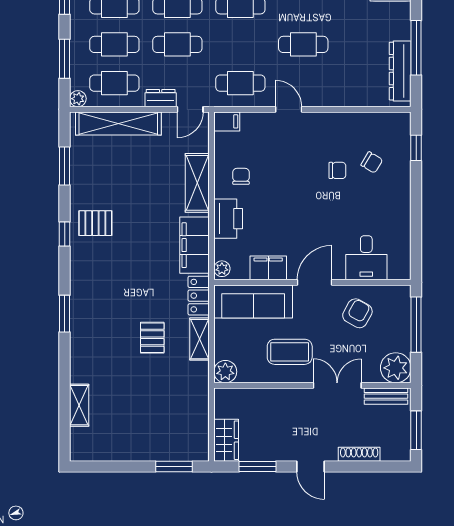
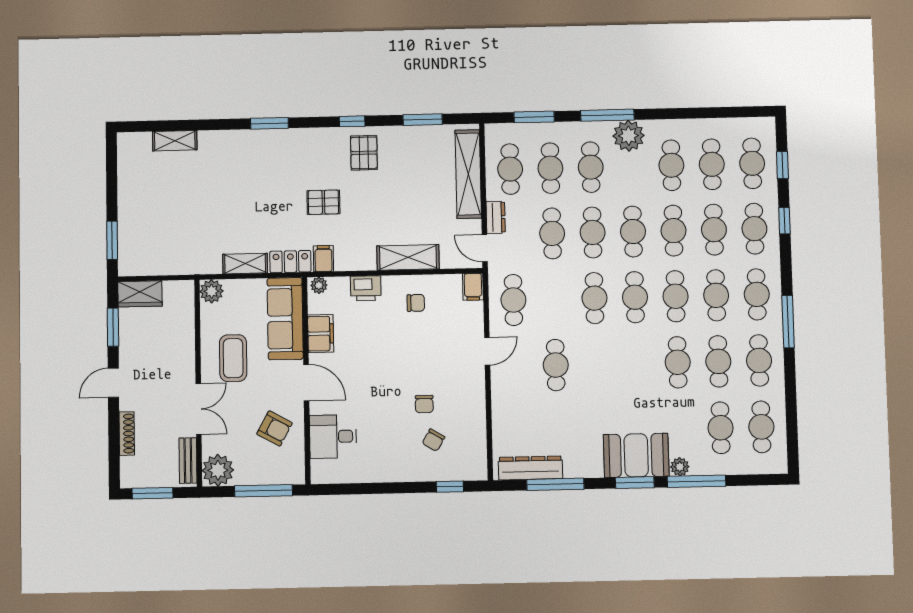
plant: (78, 99) -> (493, 132), removed
printer: (228, 219) -> (366, 288), width x0.73, depth x0.84
filing cabinet: (194, 245) -> (323, 259), width x0.33, depth x0.86
pallet: (152, 338) -> (323, 202), moved

